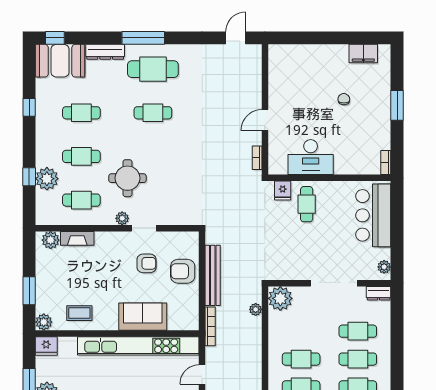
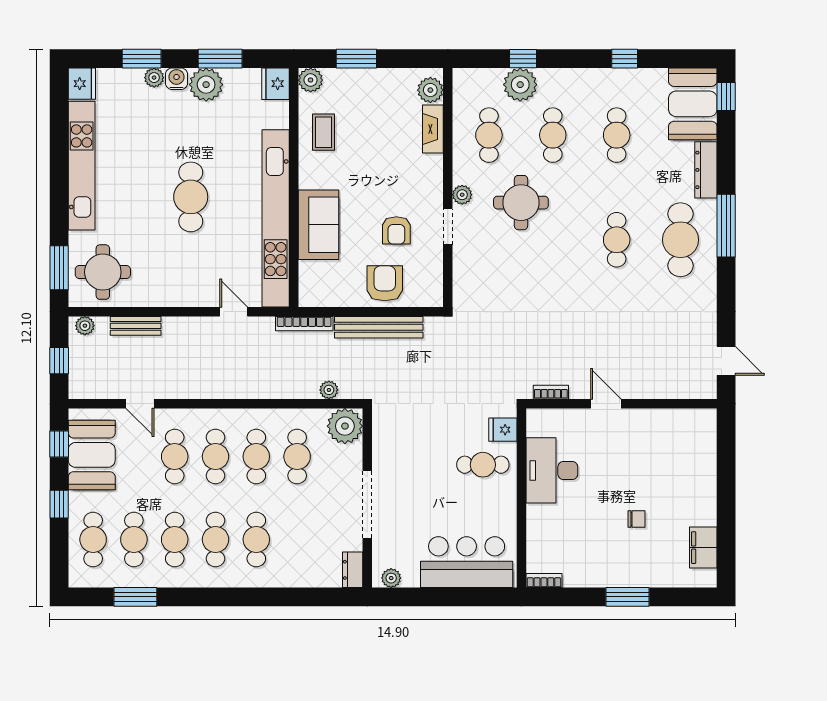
cafe table: (358, 331) -> (297, 457), moved

